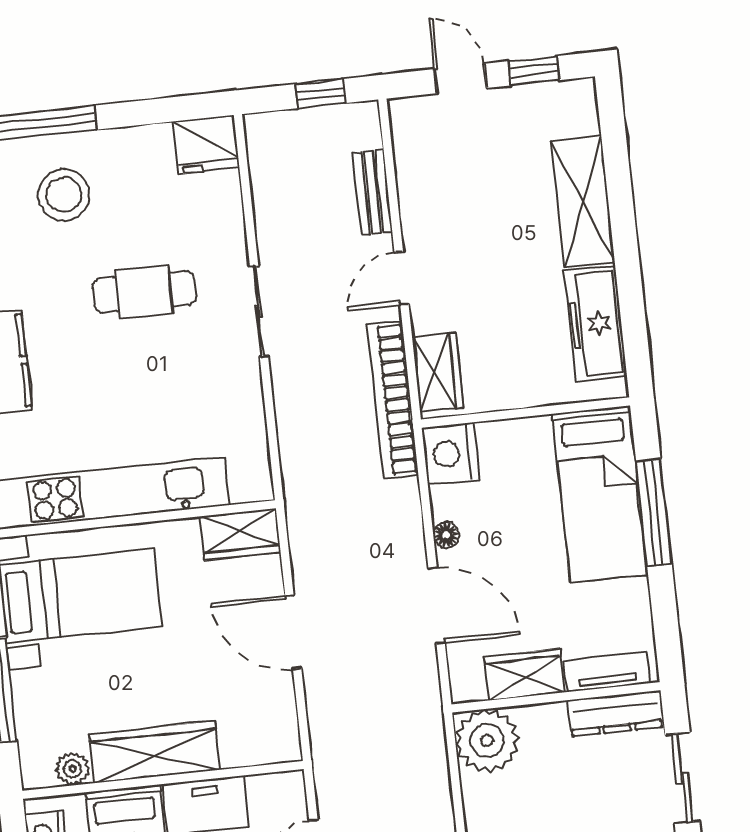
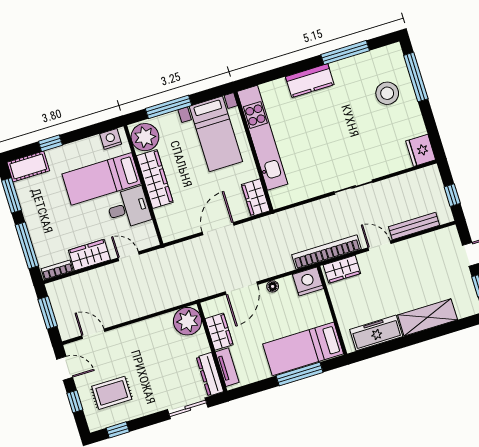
bench: (372, 192) -> (414, 226), width x1.36
cafe table: (144, 292) -> (352, 136), removed
plant: (73, 769) -> (145, 137), width x1.87, depth x1.87

